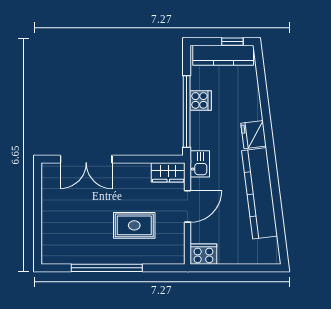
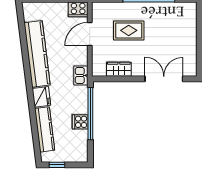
kitchen counter: (223, 55) -> (45, 129), moved, turned 83
wardrobe: (168, 172) -> (119, 69), moved
door: (188, 206) -> (90, 34), moved

